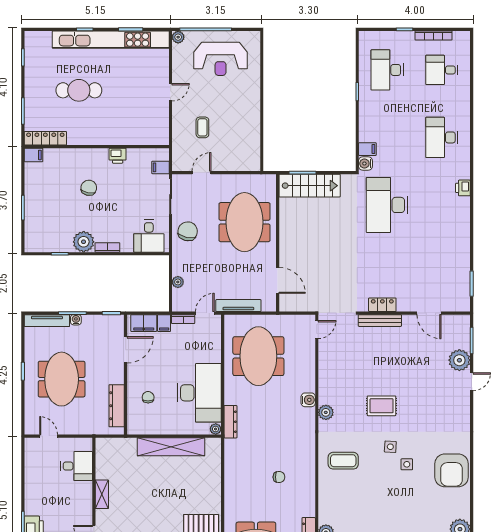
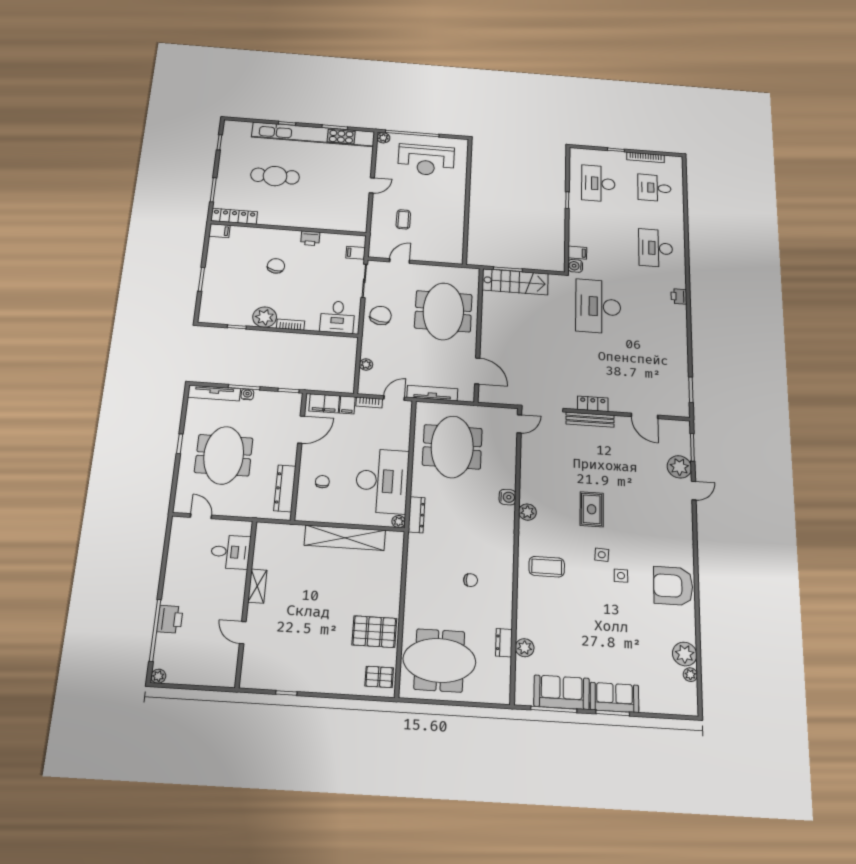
rug: (382, 406) -> (592, 509), turned 90
armchair: (452, 470) -> (673, 586), turned 90

